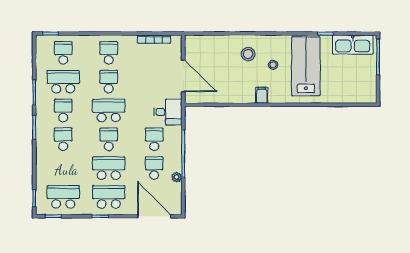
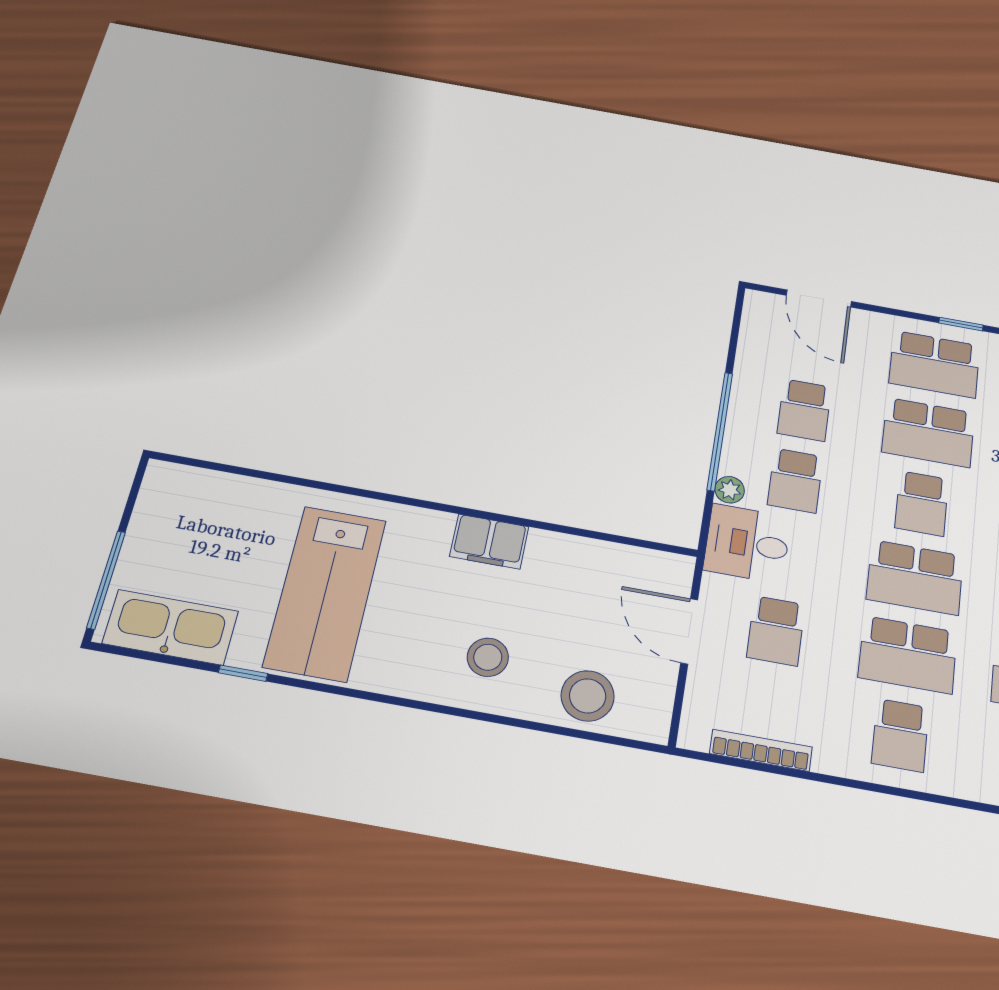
stool: (273, 65) -> (588, 696), moved, width x1.89, depth x1.89
door: (183, 76) -> (689, 631), width x0.73
school desk: (109, 82) -> (908, 655), width x1.85
school desk: (154, 82) -> (776, 631), added
filing cabinet: (262, 95) -> (489, 542), width x2.00
plant: (177, 177) -> (730, 490), moved
door: (154, 216) -> (819, 298), width x0.73

